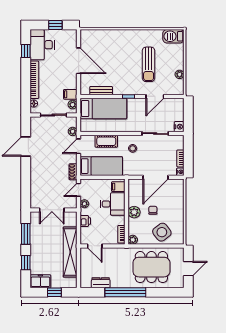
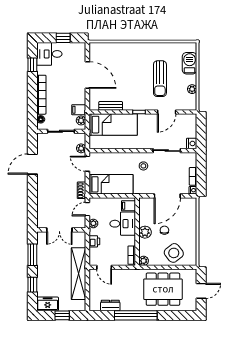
barbecue: (173, 36) -> (190, 63), moved, turned 90
desk: (42, 45) -> (49, 54), width x0.73
cot: (106, 141) -> (116, 159), removed
door: (79, 146) -> (87, 164), hinge flipped

